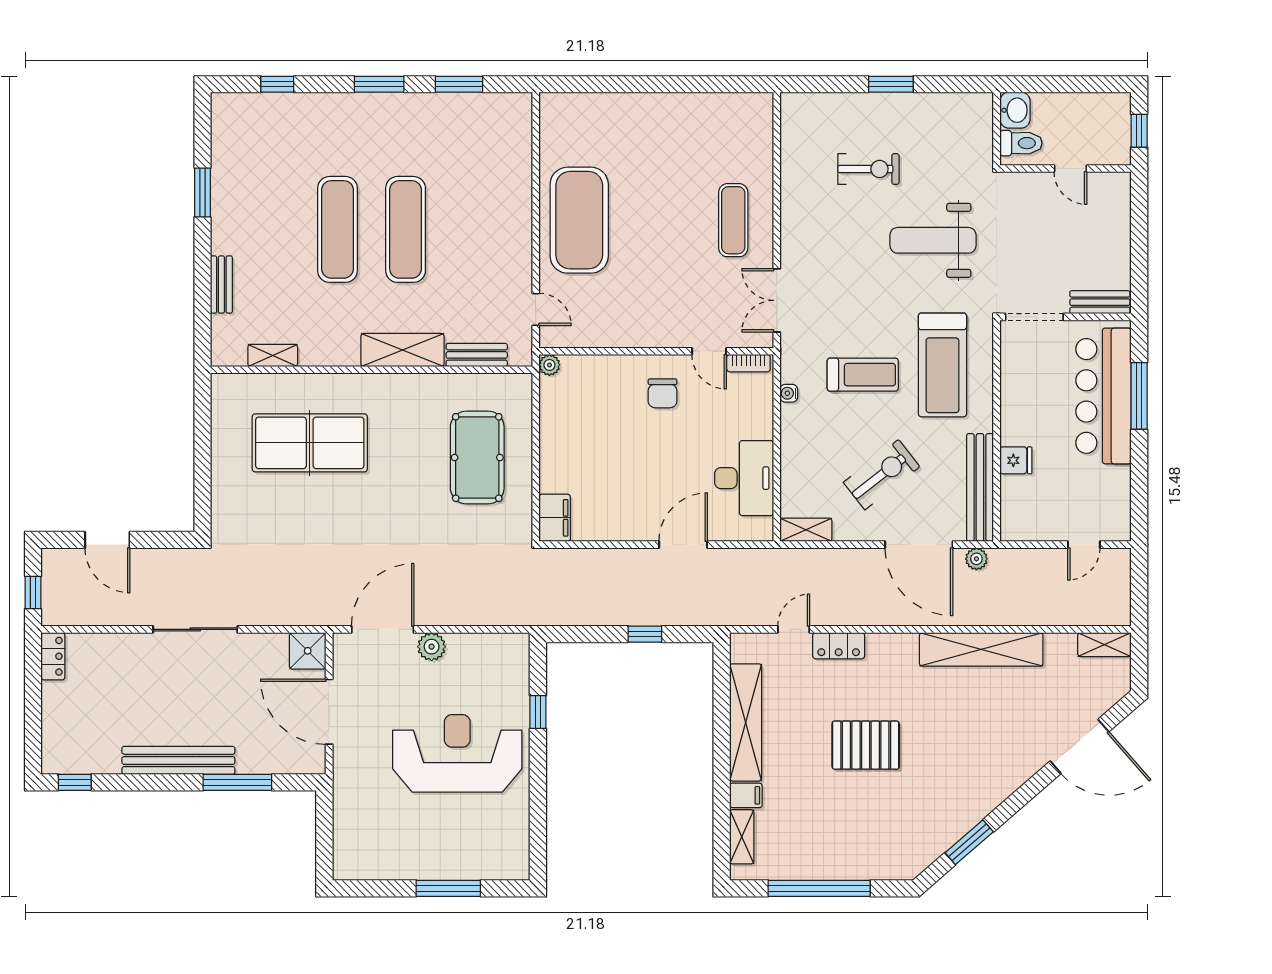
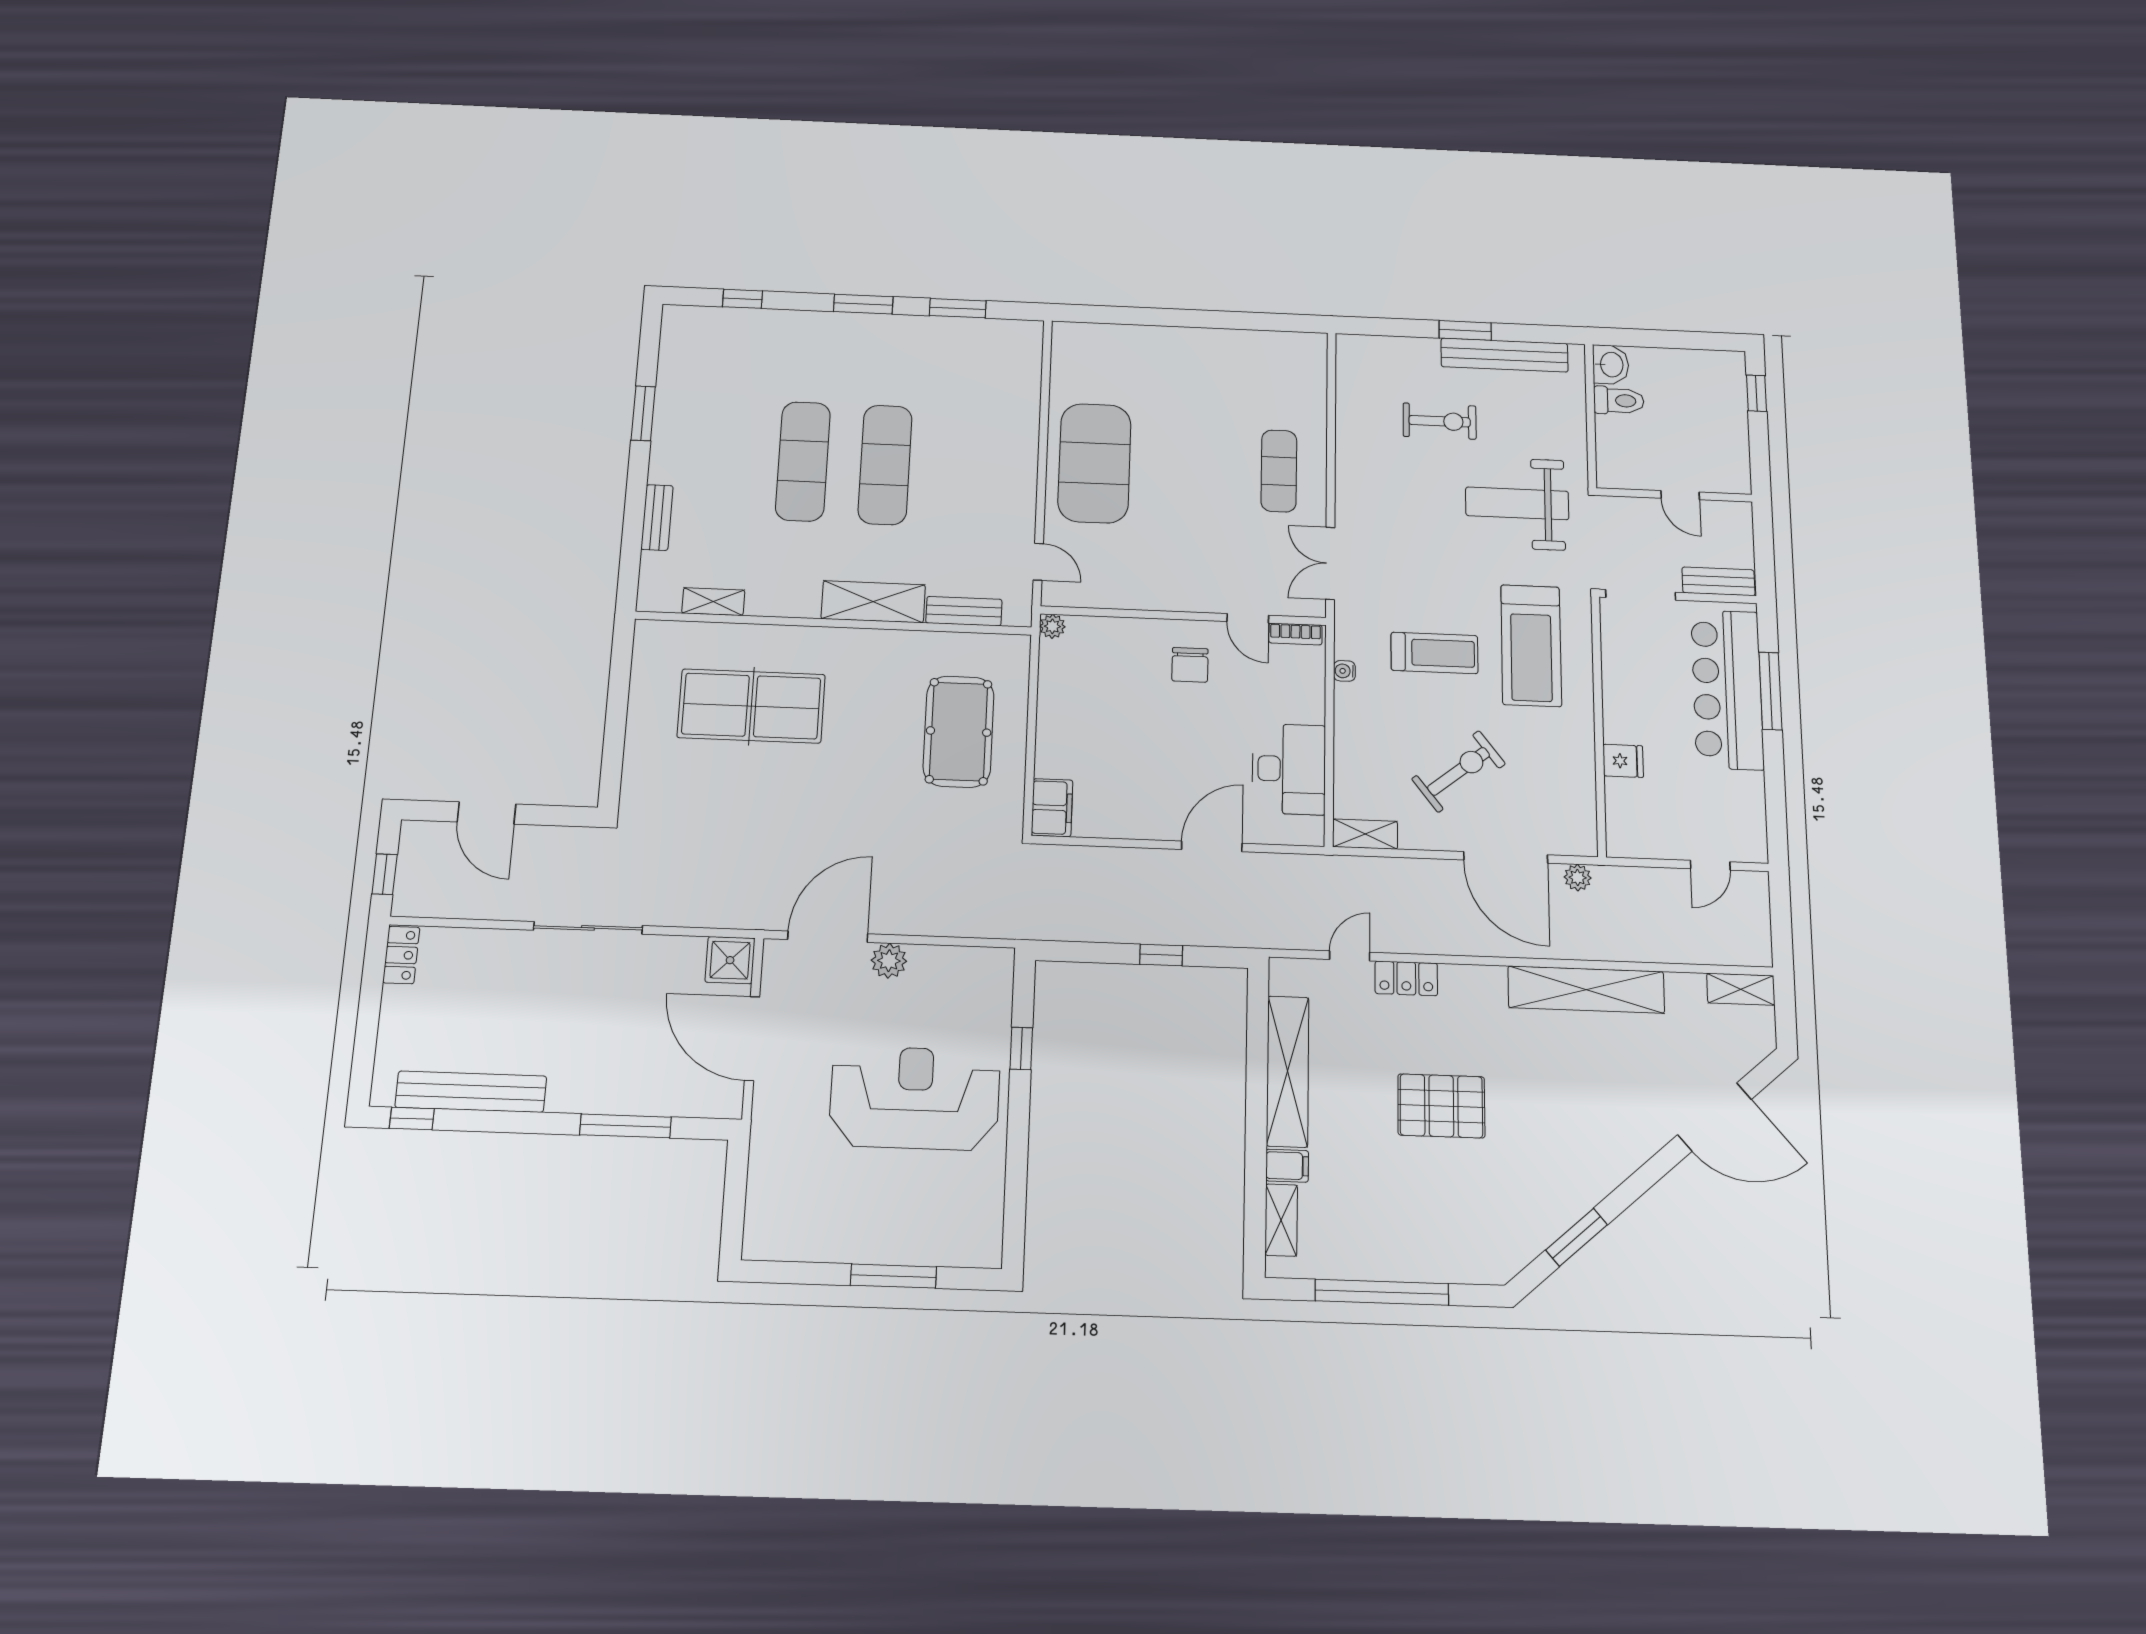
wall: (1065, 169) -> (1674, 495), moved
door: (1070, 169) -> (1680, 495), moved
bench: (980, 487) -> (1505, 355), moved, turned 90
bench: (178, 760) -> (471, 1092), moved

